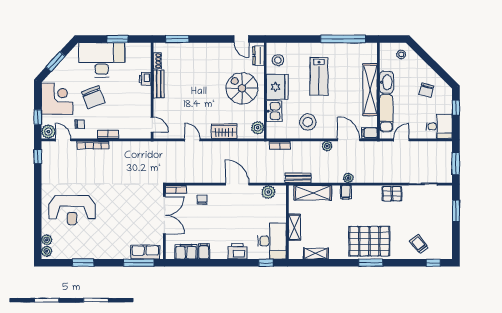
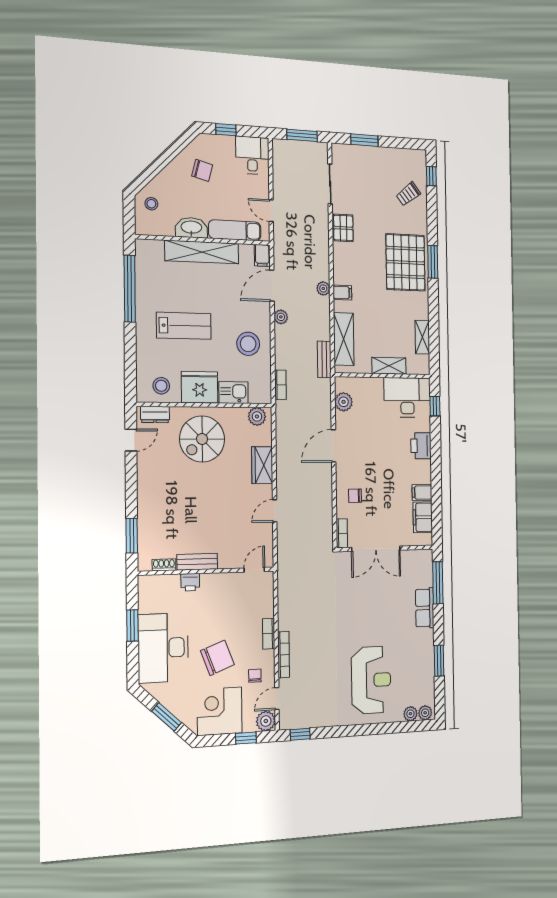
double door: (164, 215) -> (376, 549), swing flipped
row of seats: (145, 252) -> (425, 608), moved

